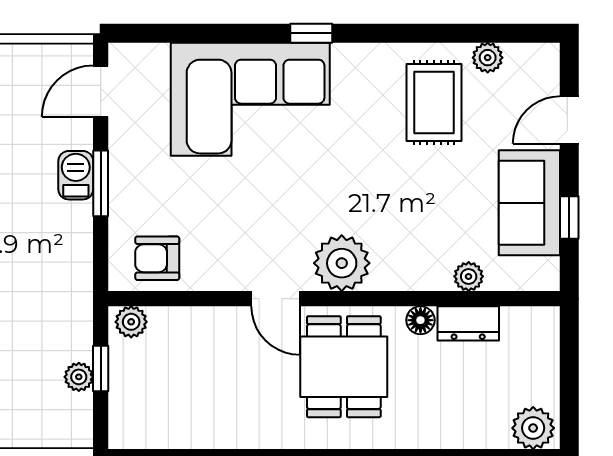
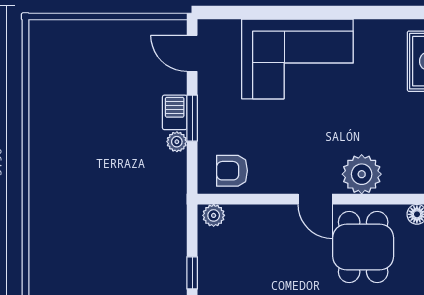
window: (311, 33) -> (340, 13), removed
door: (101, 91) -> (192, 53), hinge flipped
window: (101, 369) -> (192, 273), moved
plant: (79, 377) -> (177, 142), moved

